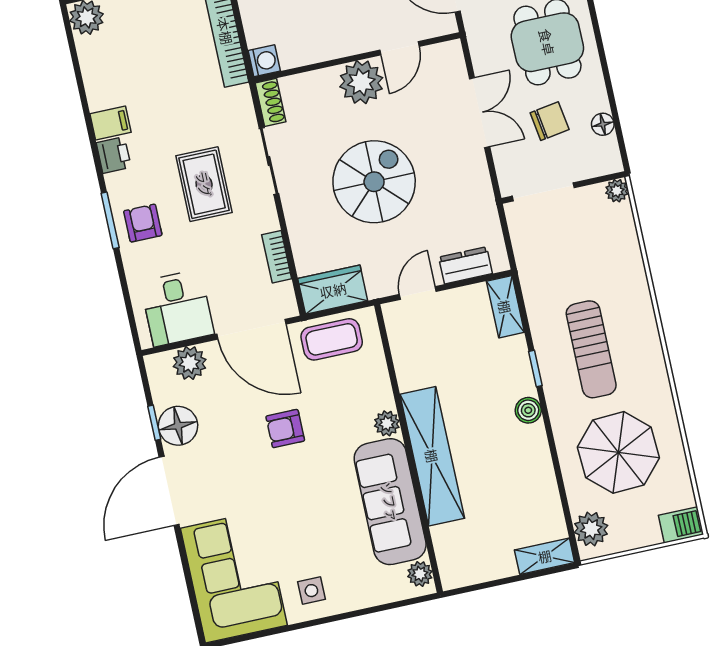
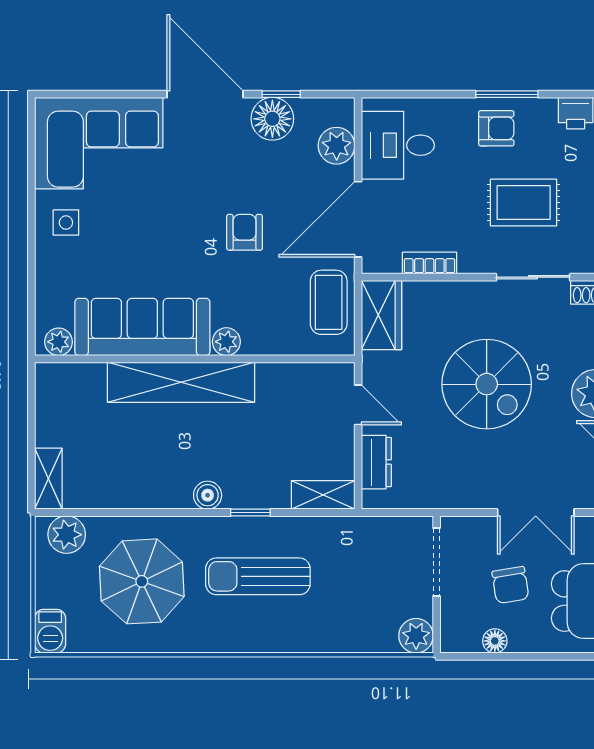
plant: (617, 191) -> (416, 636), width x1.38, depth x1.38

